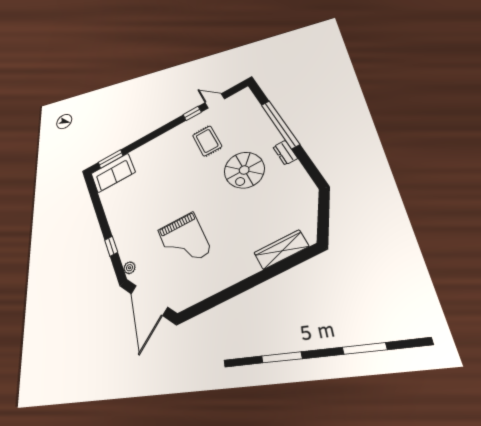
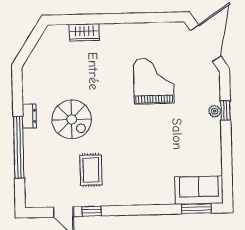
spiral stairs: (244, 170) -> (72, 119), turned 90
wardrobe: (281, 250) -> (84, 32), width x0.67
plant: (130, 268) -> (215, 111), moved

